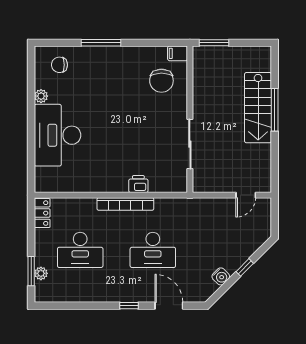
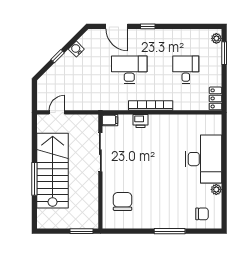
filing cabinet: (178, 53) -> (110, 120), moved
stairs: (258, 108) -> (53, 171), width x1.36, depth x1.51
desk: (80, 250) -> (186, 70), width x0.73
plant: (41, 273) -> (216, 38), moved

